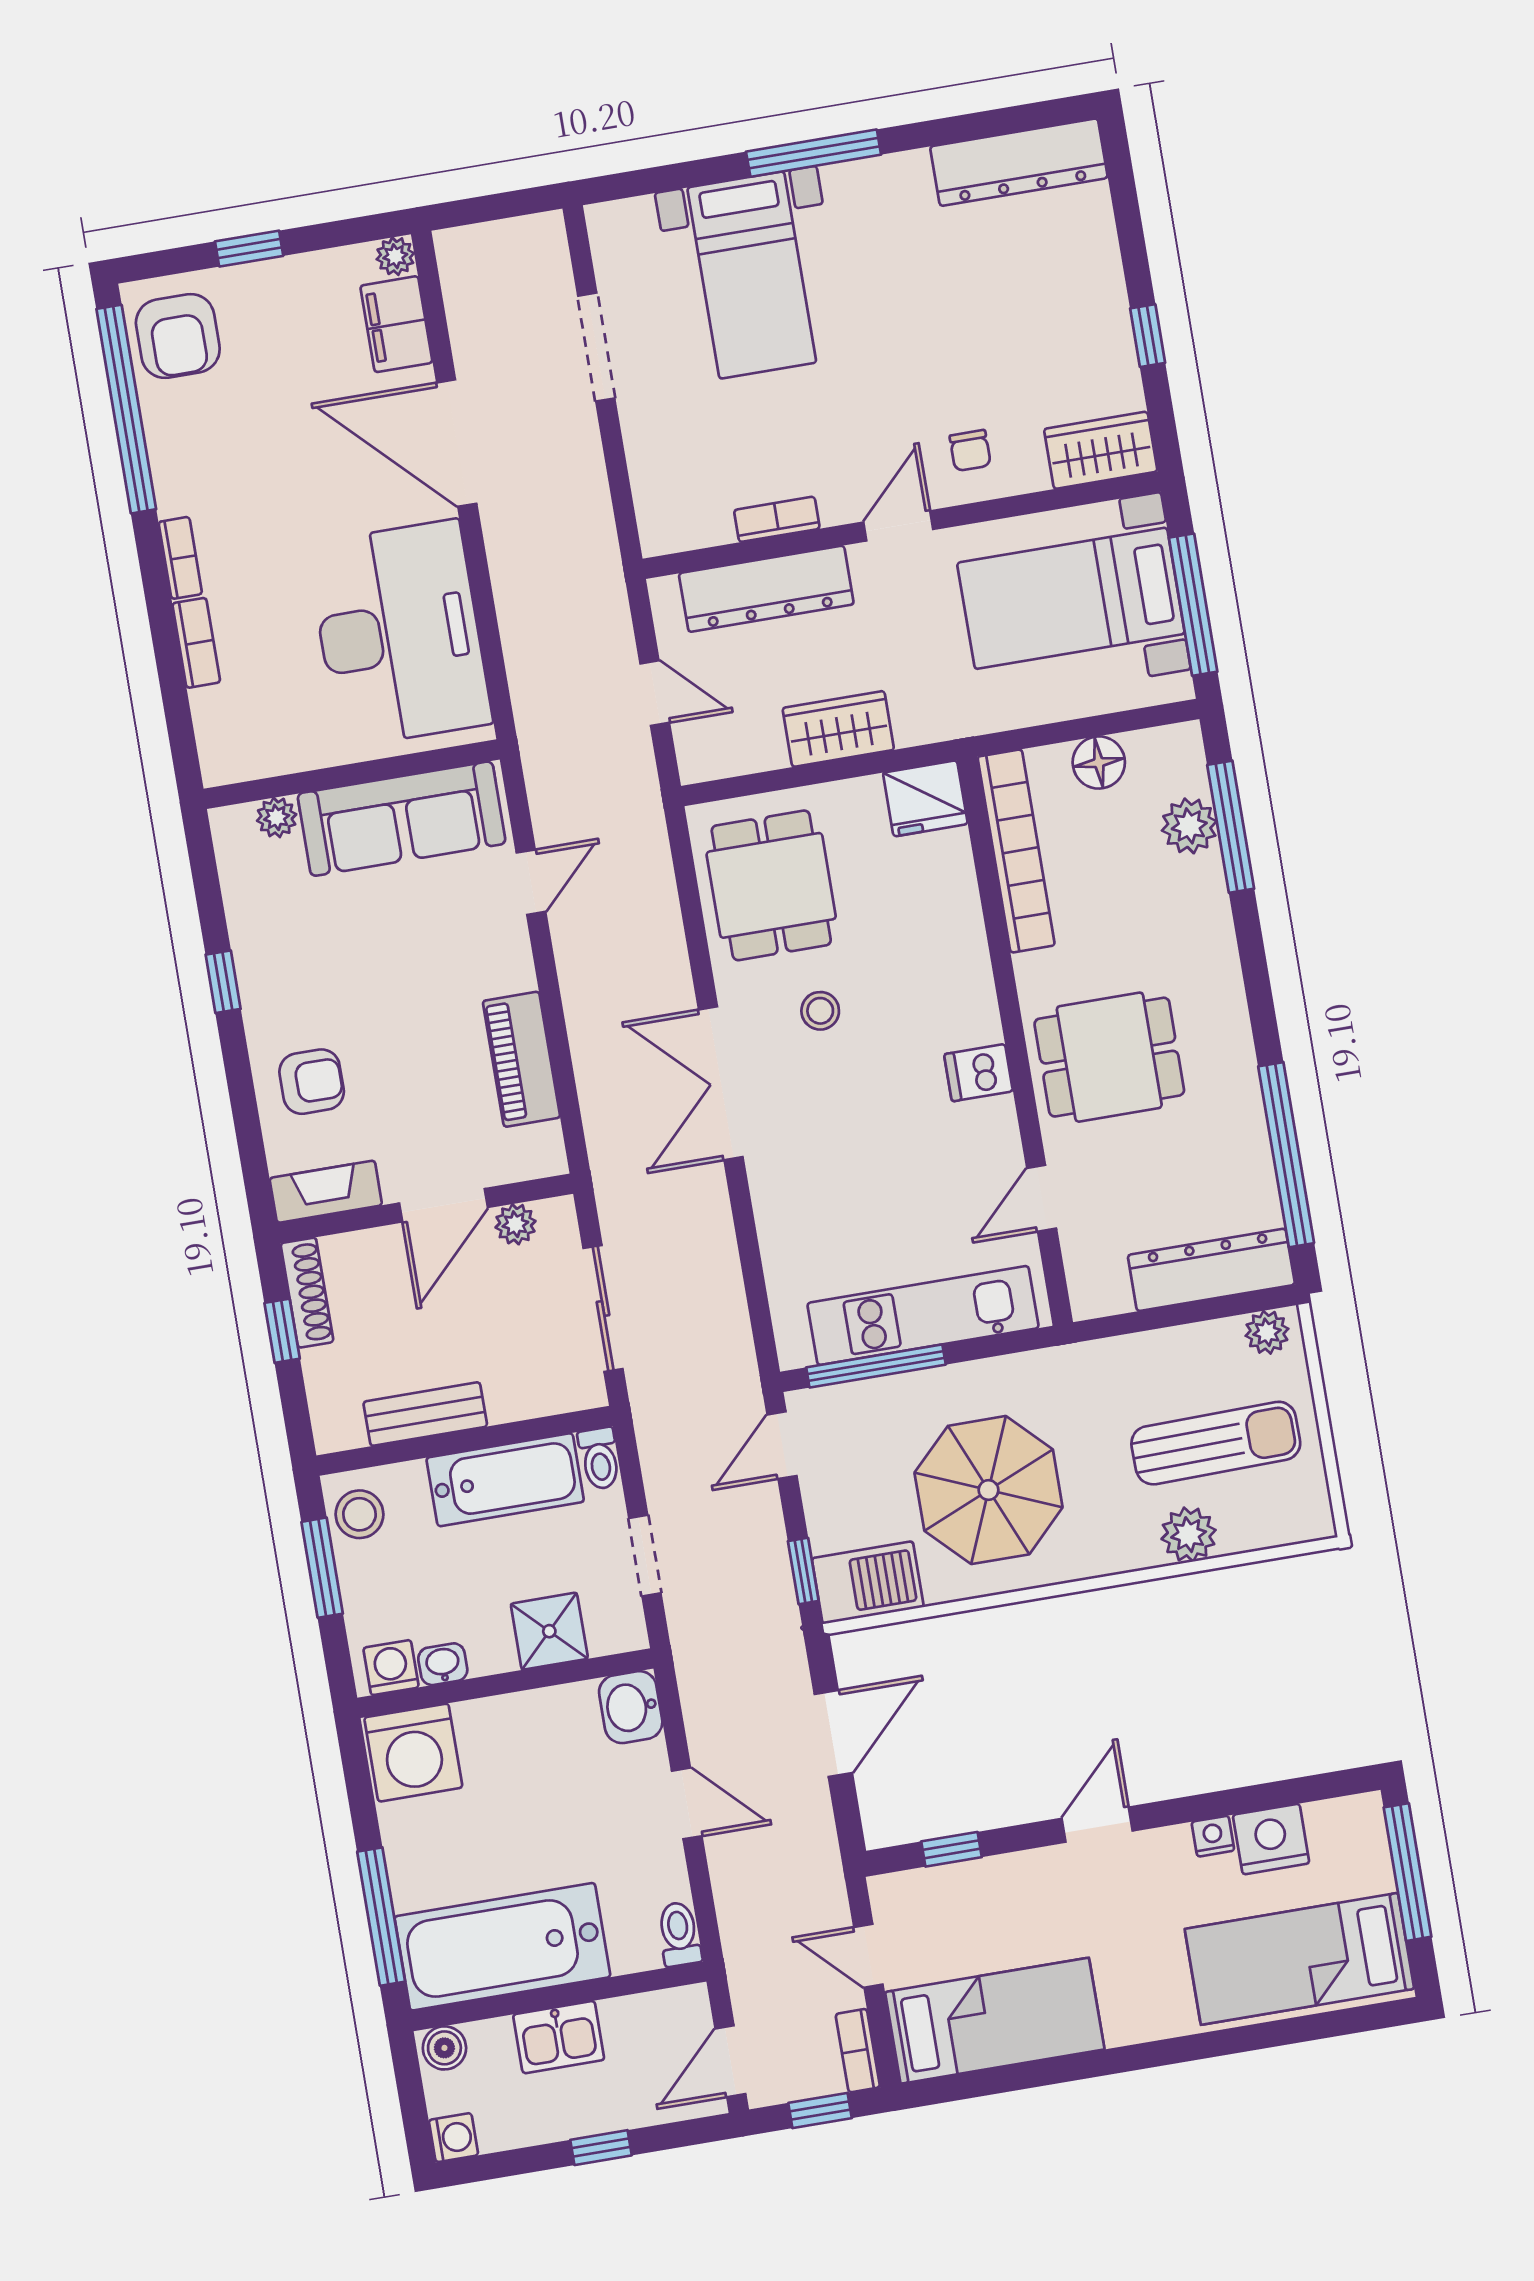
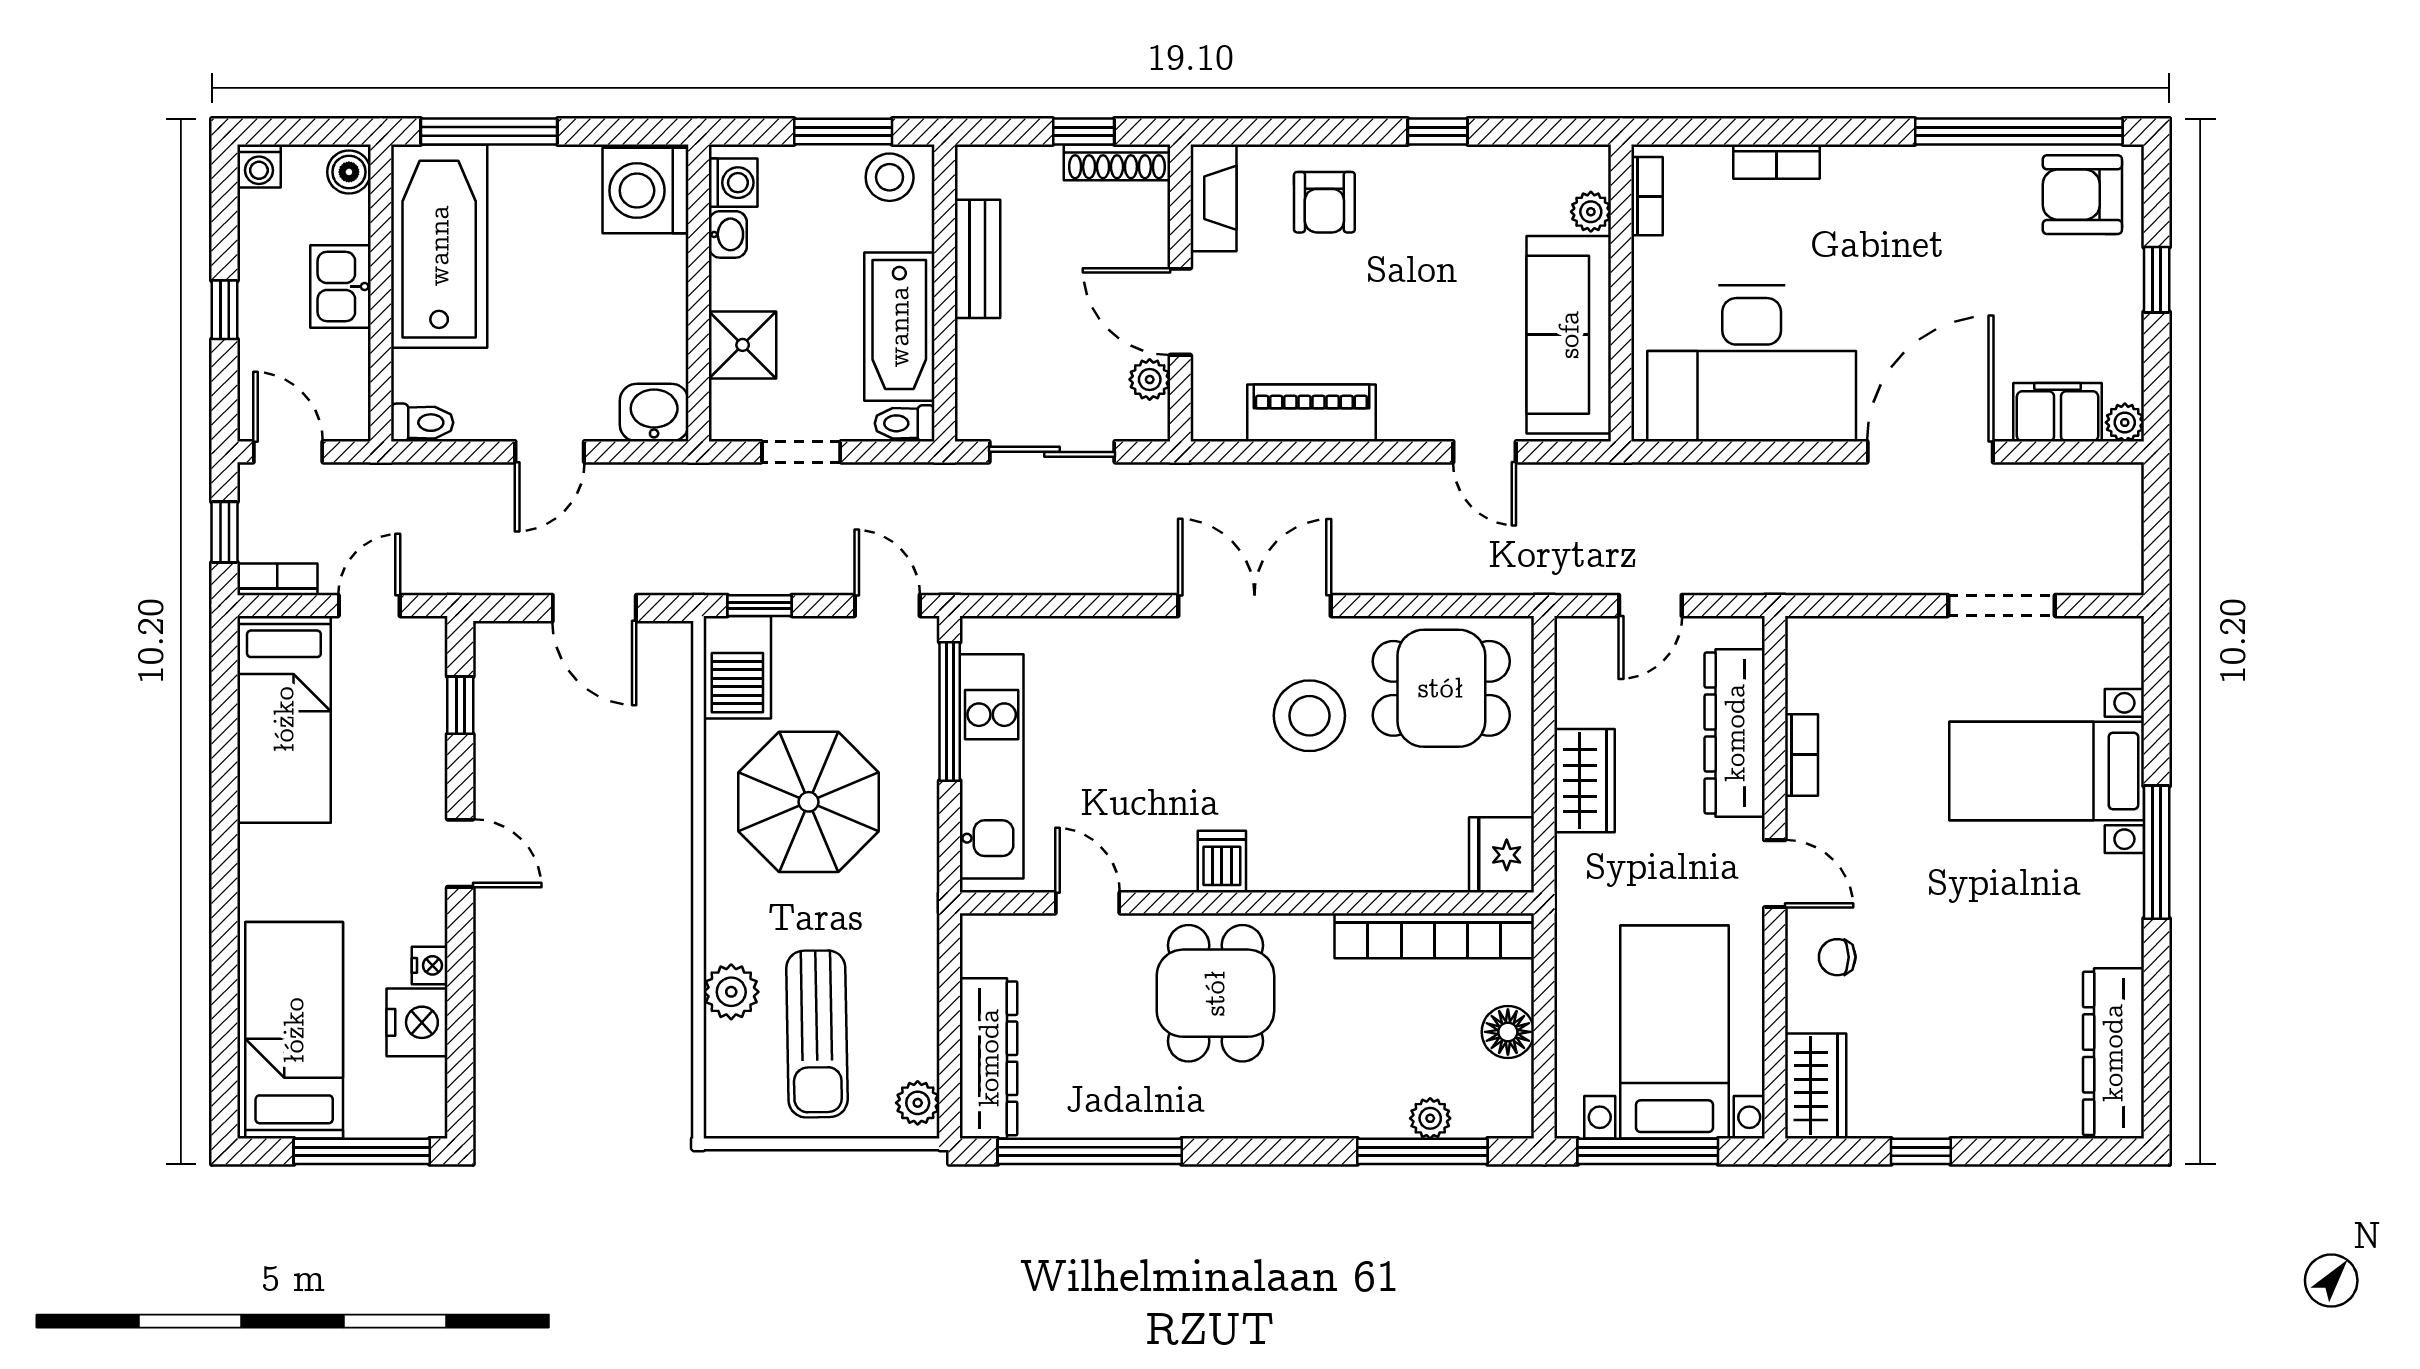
bookcase: (180, 558) -> (1647, 196), moved, turned -90
plant: (1189, 826) -> (1430, 1118), width x0.73, depth x0.73
stool: (820, 1011) -> (1309, 716), width x1.89, depth x1.89

